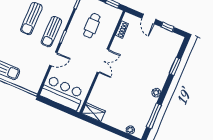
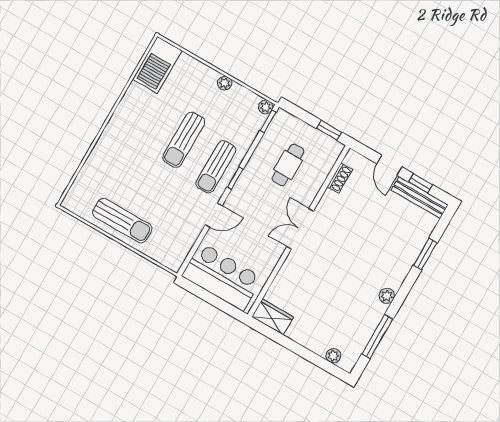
bench: (168, 35) -> (420, 197), added
double door: (103, 61) -> (300, 229), swing flipped

